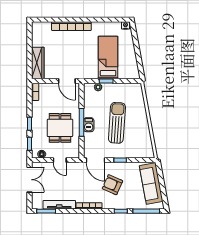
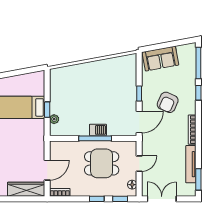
door: (67, 81) -> (47, 170), moved
sun lounger: (117, 123) -> (96, 97), removed
sofa: (151, 184) -> (160, 59), width x0.73

